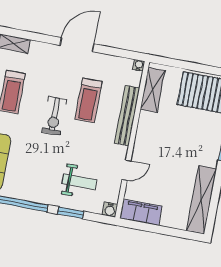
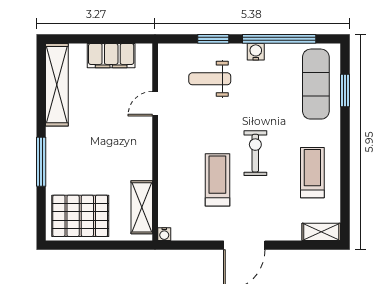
bench: (127, 116) -> (167, 170), removed
water cooler: (110, 210) -> (256, 52), moved
filing cabinet: (142, 212) -> (111, 56), moved

